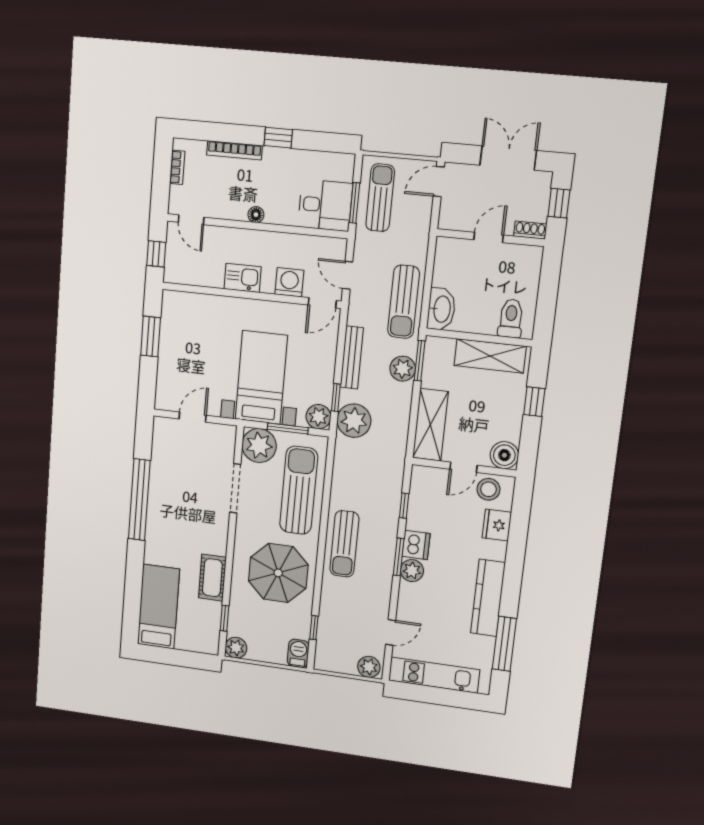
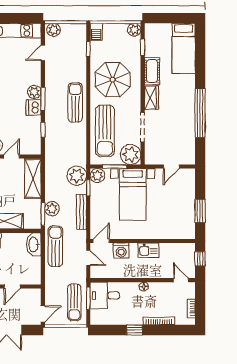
wardrobe: (217, 535) -> (151, 98), added

